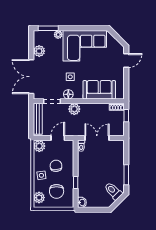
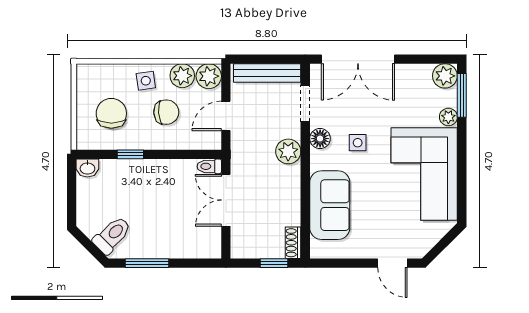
plant: (39, 51) -> (445, 76), moved
double door: (31, 77) -> (358, 59), swing flipped
door: (58, 138) -> (226, 116), swing flipped
double door: (97, 138) -> (226, 200), swing flipped
chair: (57, 191) -> (111, 113), turned 90
plant: (39, 198) -> (182, 76), moved

